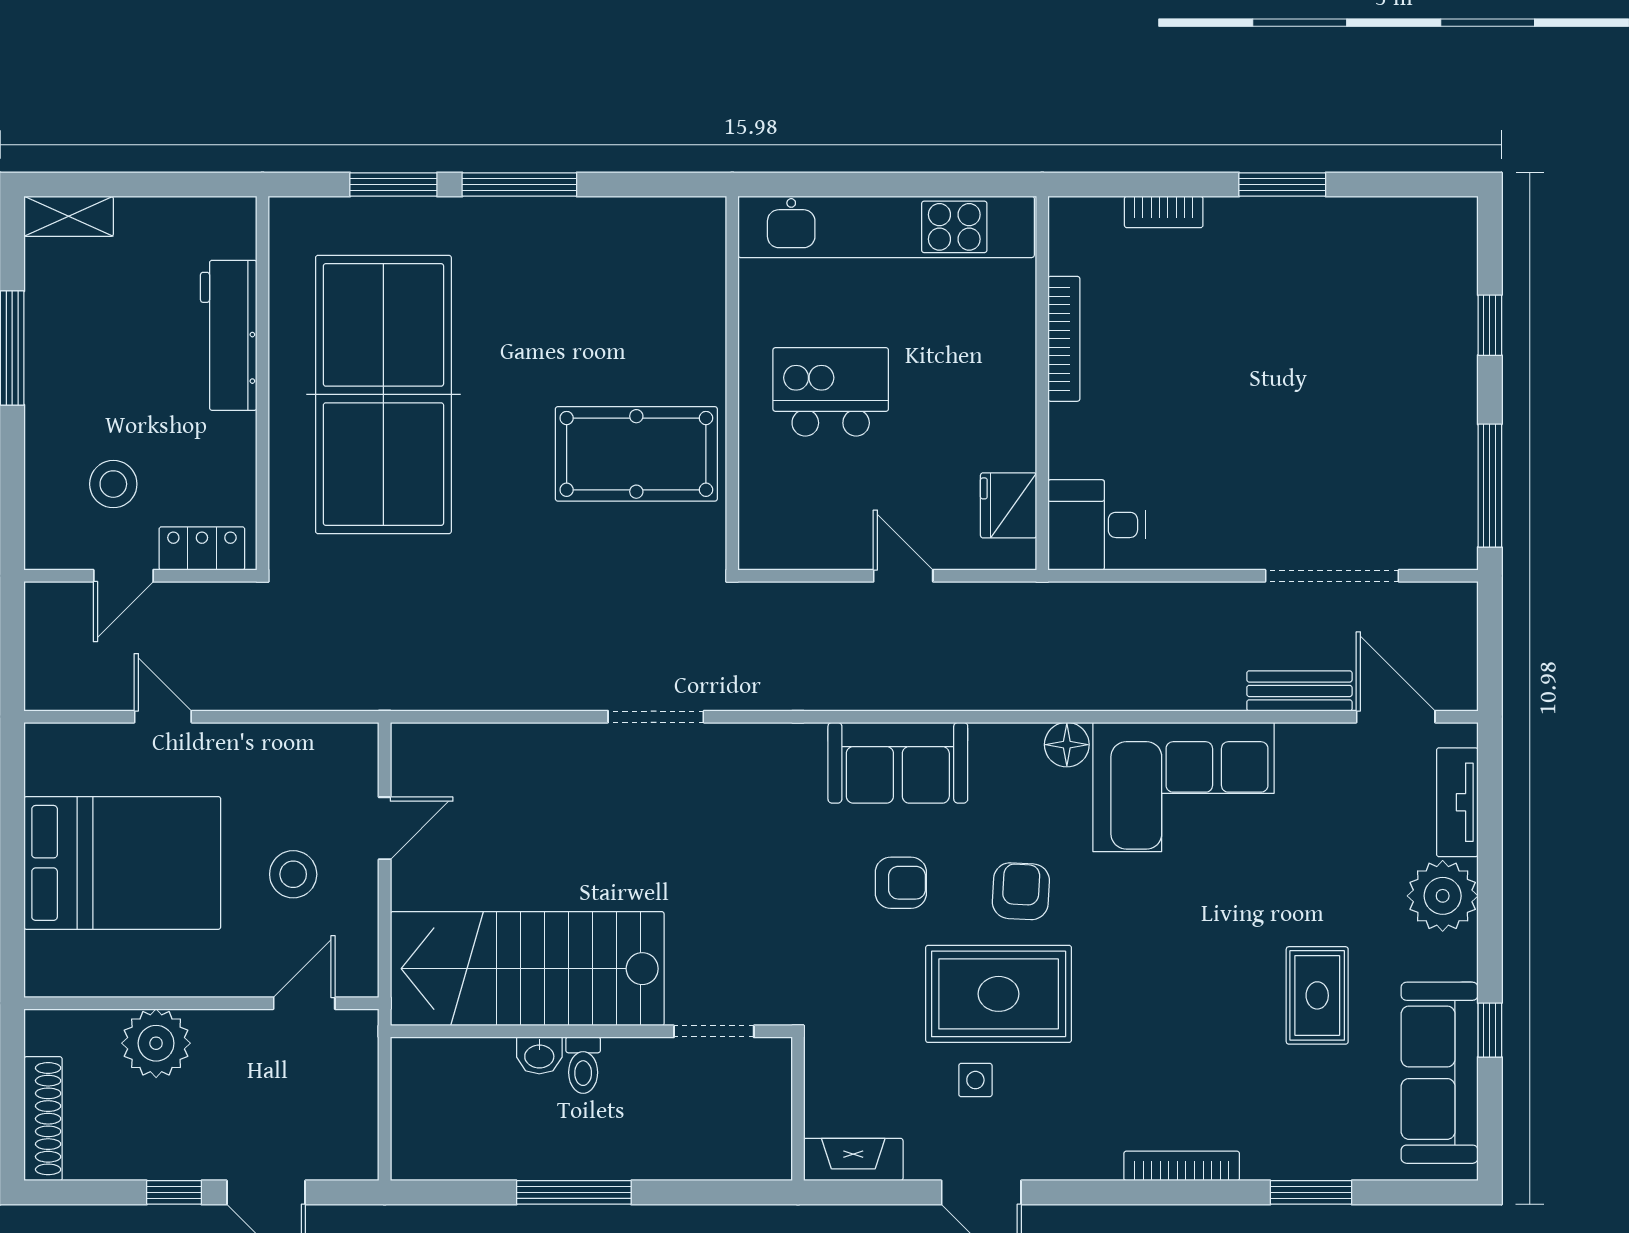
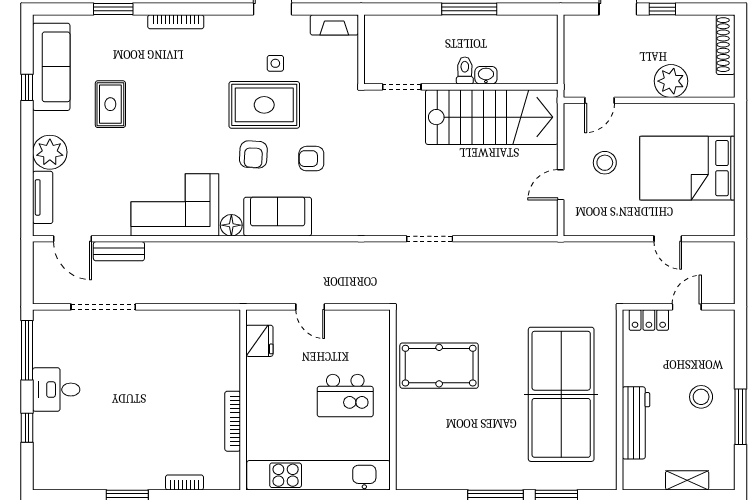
shelving: (69, 216) -> (687, 480), moved
stool: (113, 484) -> (701, 397), moved
desk: (1097, 525) -> (56, 390), moved, turned 180
sofa: (898, 763) -> (278, 217), moved

